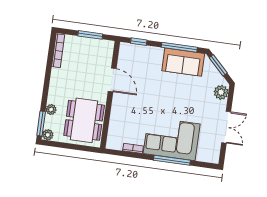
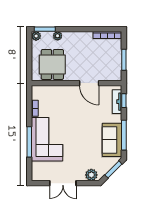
tv unit: (139, 50) -> (117, 102), added
door: (112, 80) -> (89, 83), hinge flipped
dining table: (84, 120) -> (52, 64), width x0.73

